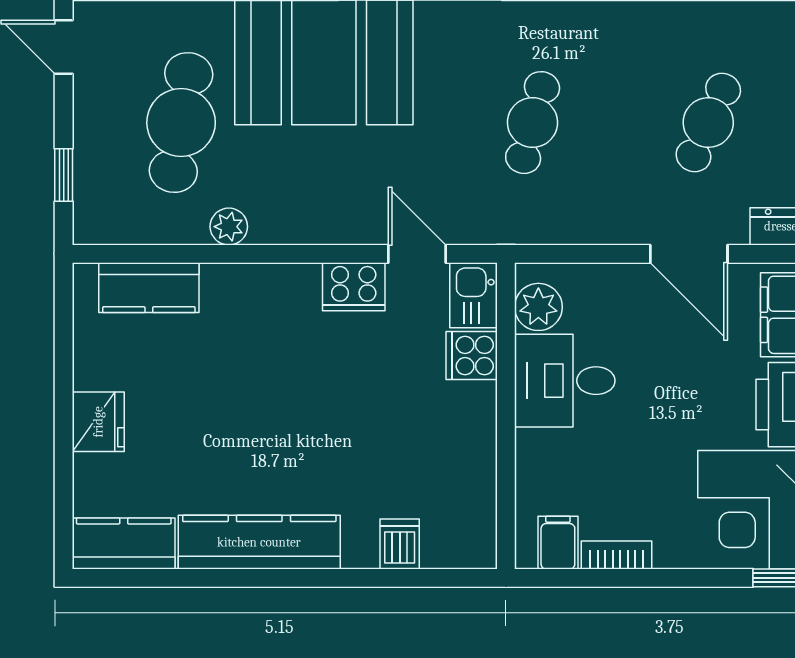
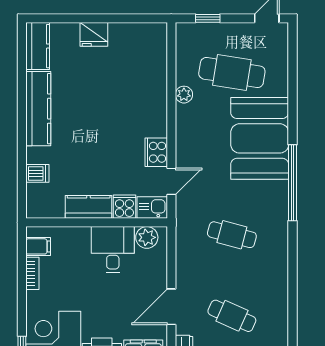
kitchen counter: (149, 288) -> (89, 207), moved, turned 90

